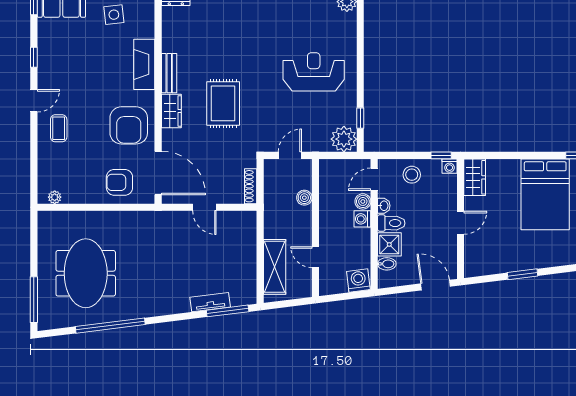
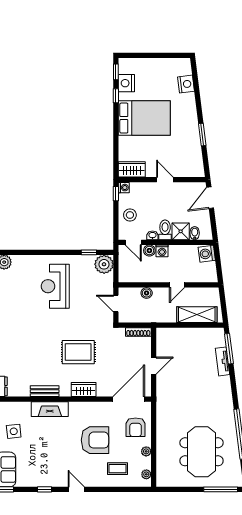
bench: (169, 73) -> (45, 391), moved
armchair: (129, 125) -> (95, 440), moved
coffee table: (59, 128) -> (118, 469), moved
plant: (86, 197) -> (146, 451), added
door: (315, 257) -> (177, 285), moved
meeting table: (86, 273) -> (202, 452), turned 90

